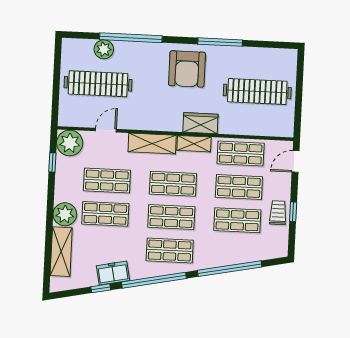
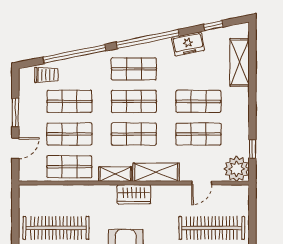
wardrobe: (200, 123) -> (134, 194), moved
door: (296, 161) -> (15, 148), moved
window: (293, 212) -> (15, 112), width x1.50
trolley: (278, 213) -> (46, 75), moved, turned -90
plant: (65, 214) -> (238, 99), removed
window: (101, 288) -> (213, 26), moved

